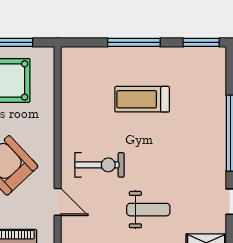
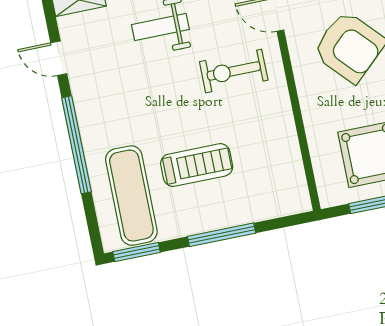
exercise mat: (196, 86) -> (131, 196), added

